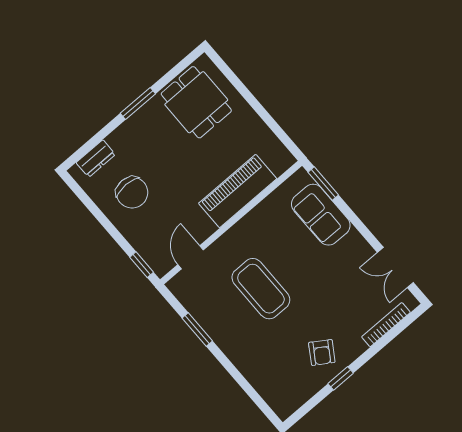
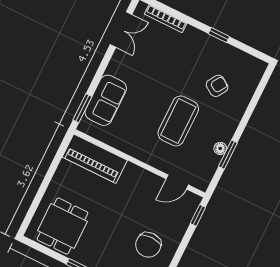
piano: (238, 191) -> (95, 159), moved
chair: (132, 192) -> (148, 245), turned 180
floor lamp: (208, 324) -> (220, 148), added
armchair: (322, 352) -> (217, 86), moved

